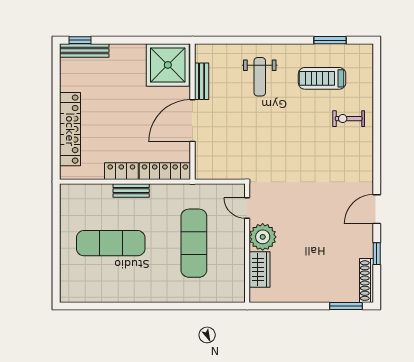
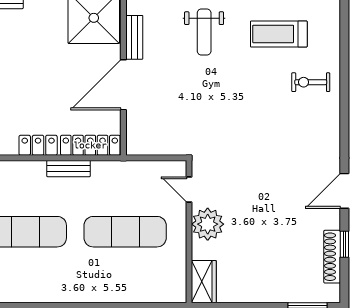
bench: (131, 191) -> (69, 169), moved
exercise mat: (194, 243) -> (125, 232), turned 90
wardrobe: (260, 270) -> (204, 282), moved
shoe rack: (366, 281) -> (332, 257), moved

